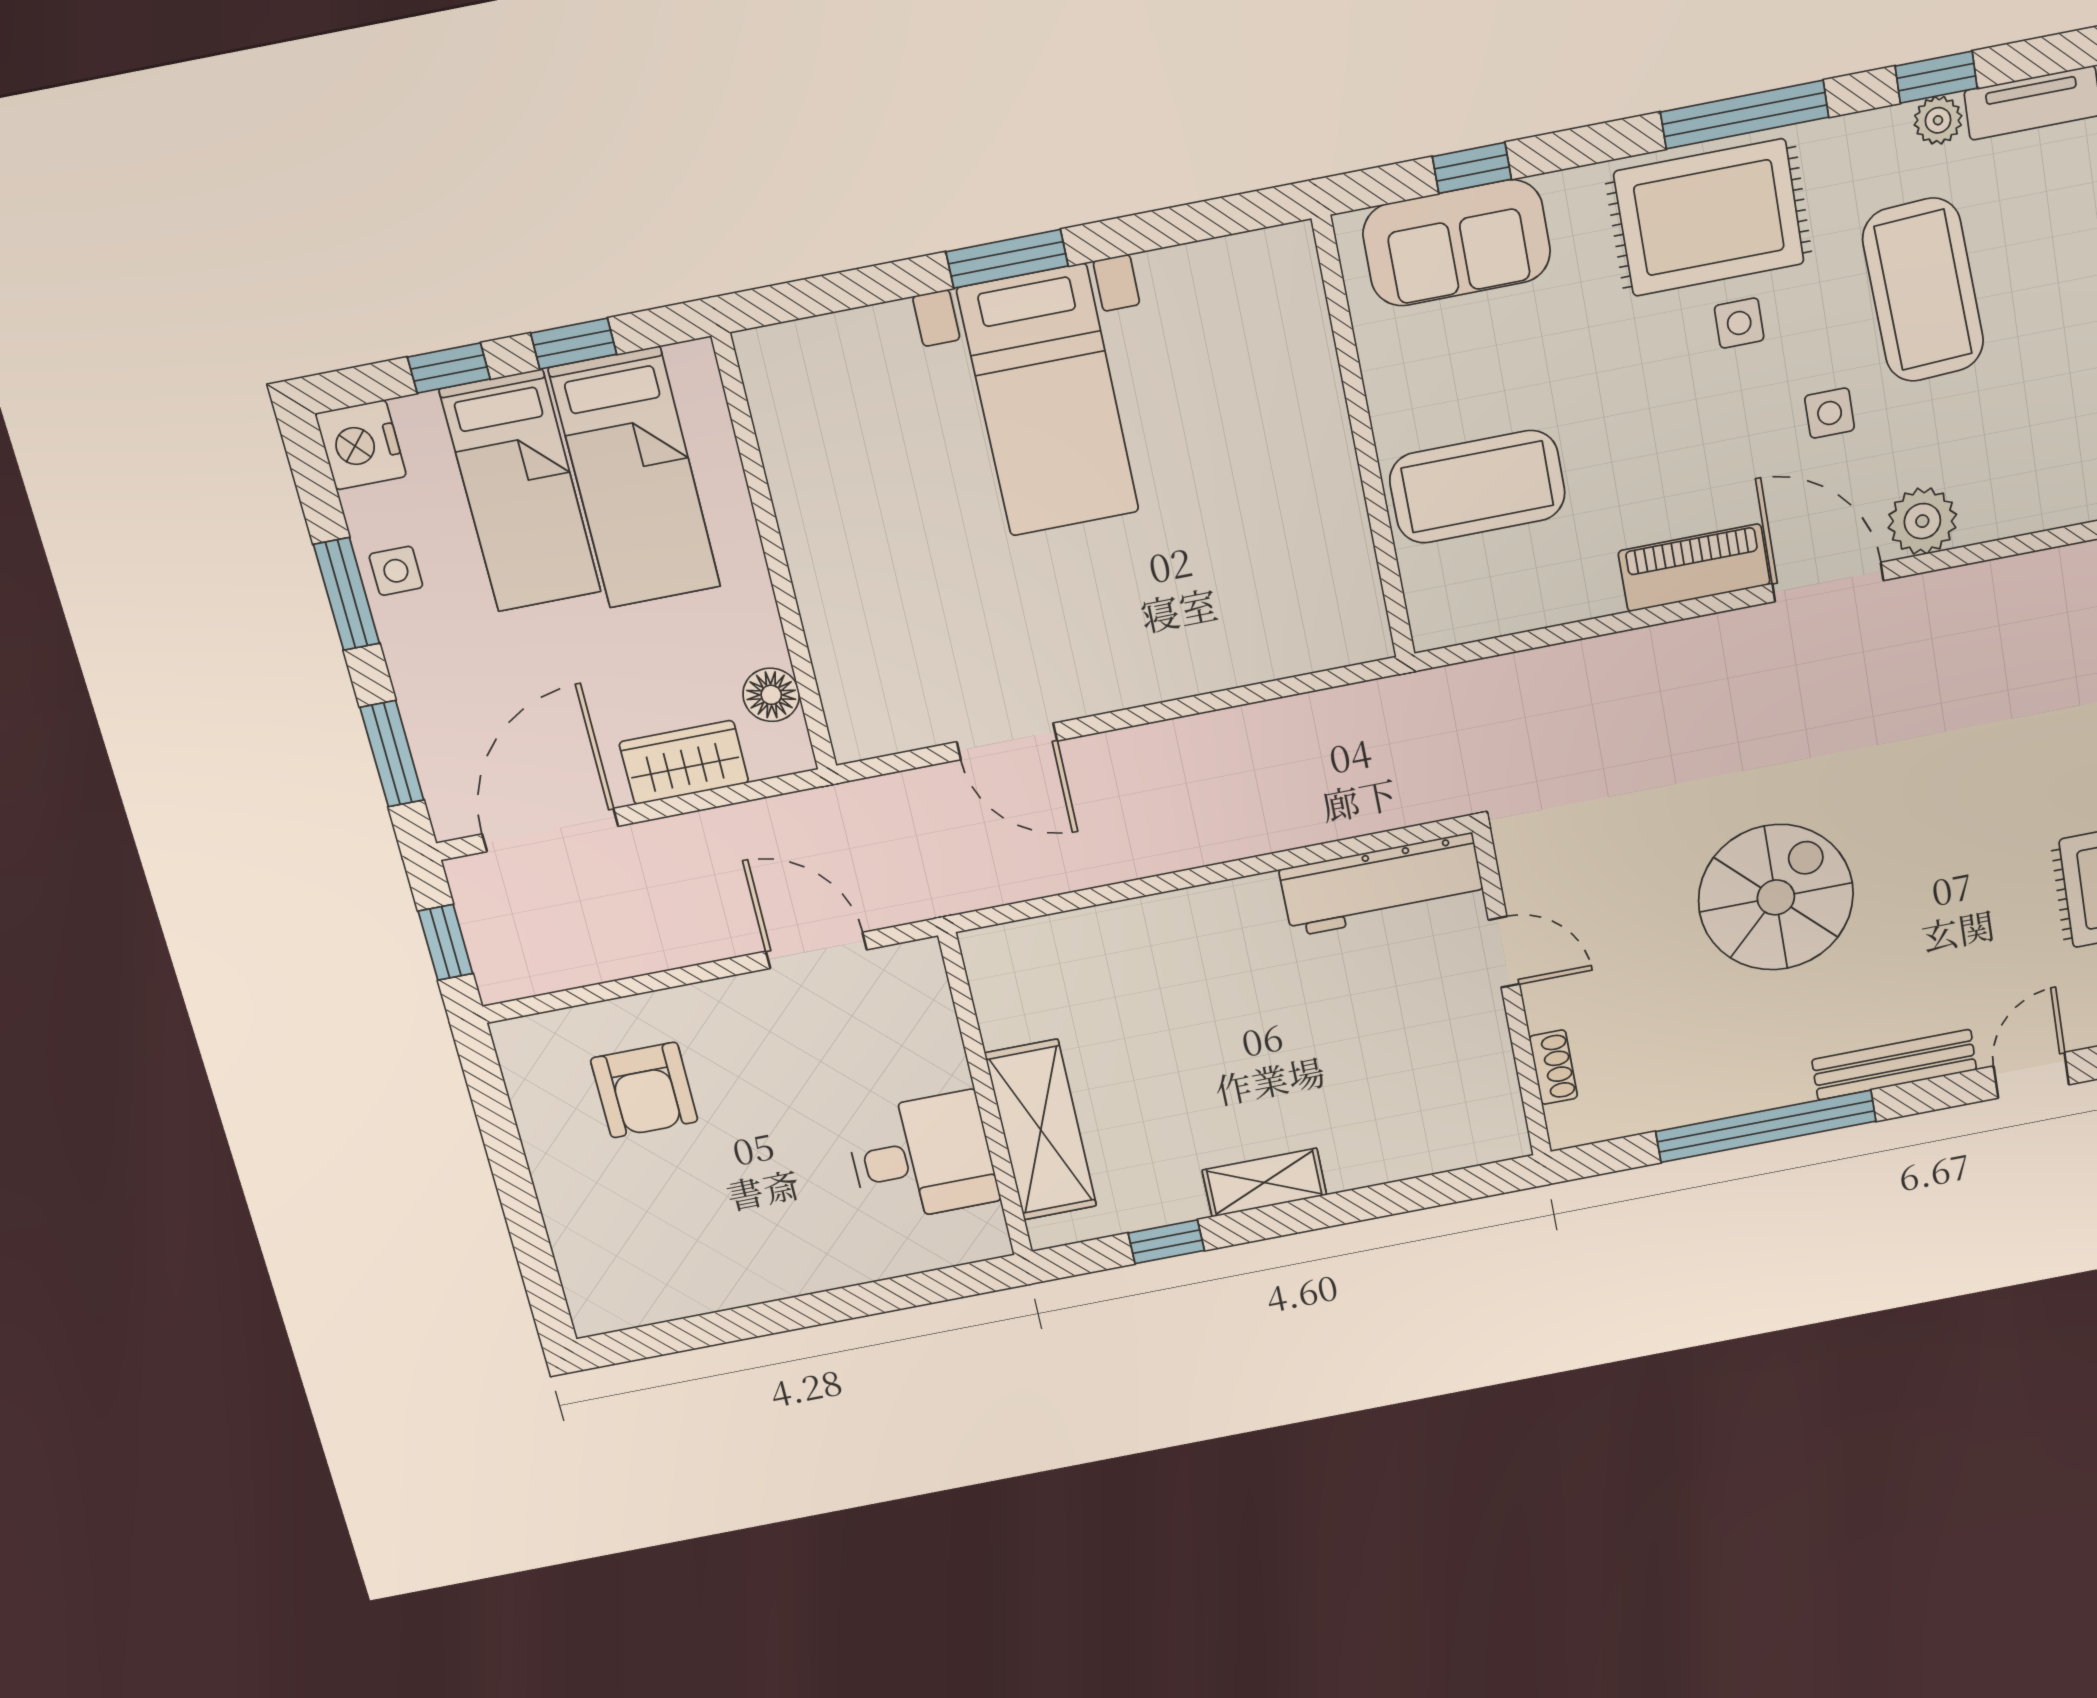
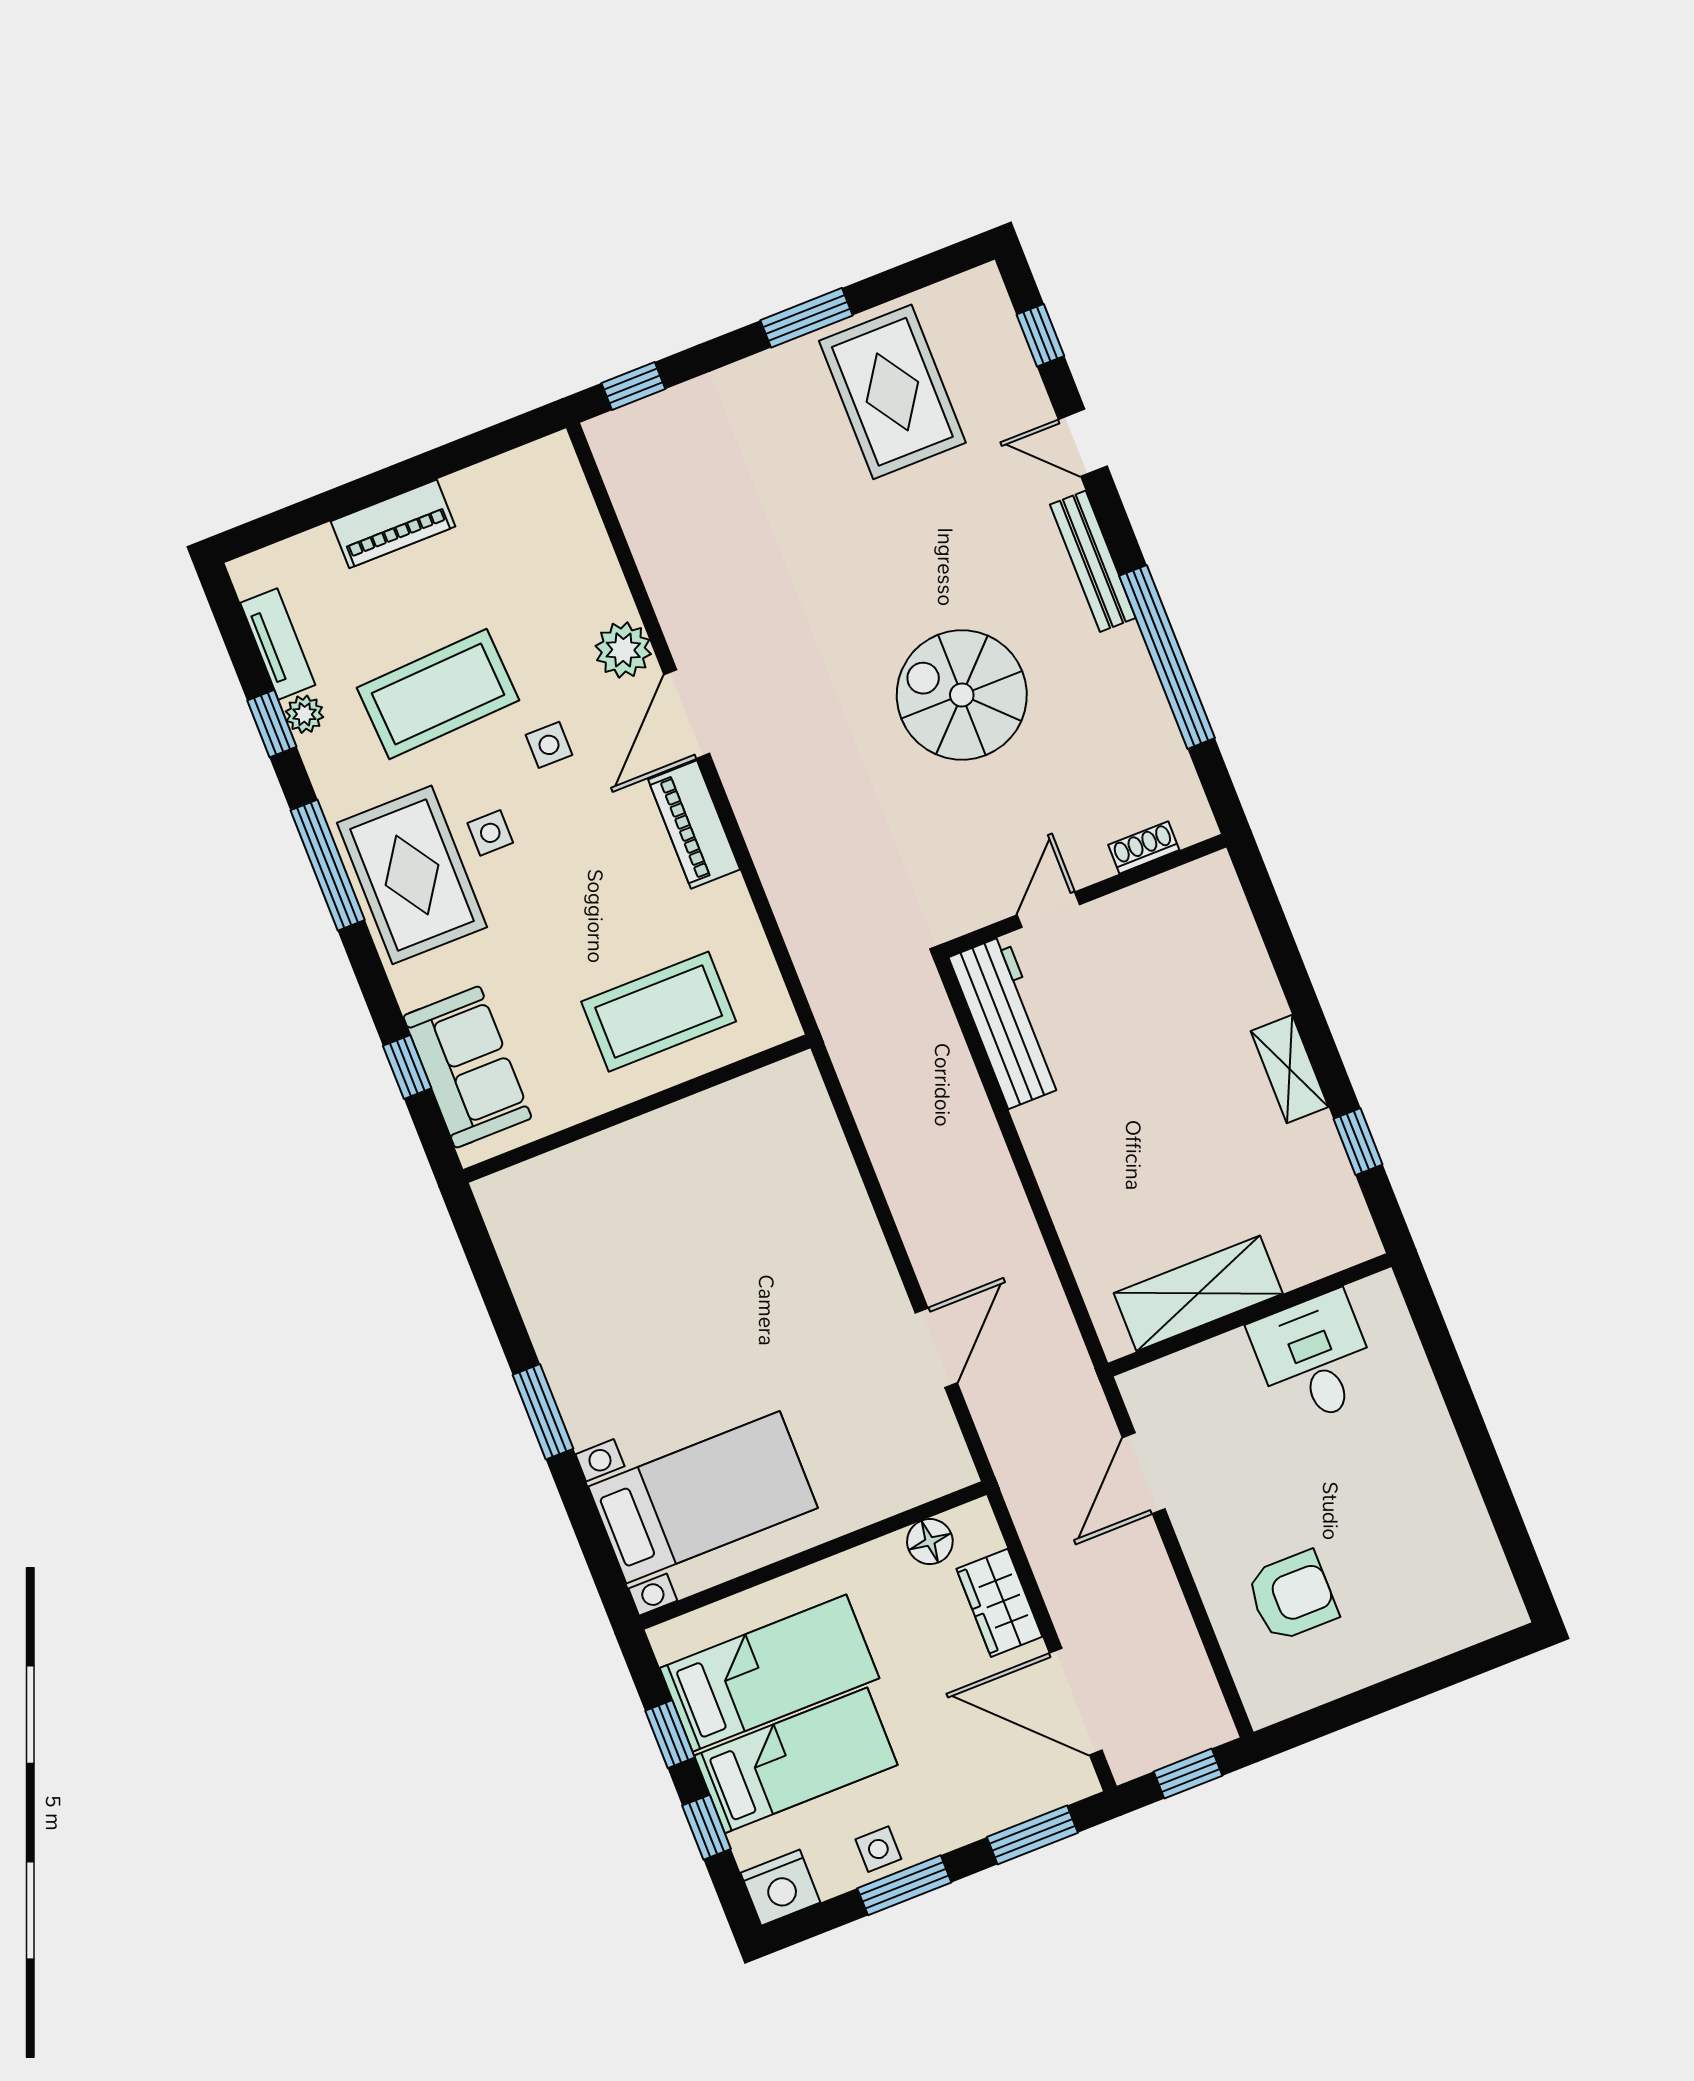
bed with nightstands: (1048, 401) -> (703, 1497), moved
coffee table: (1477, 487) -> (659, 1012), turned 90
shelving: (1041, 1130) -> (1198, 1293), moved

